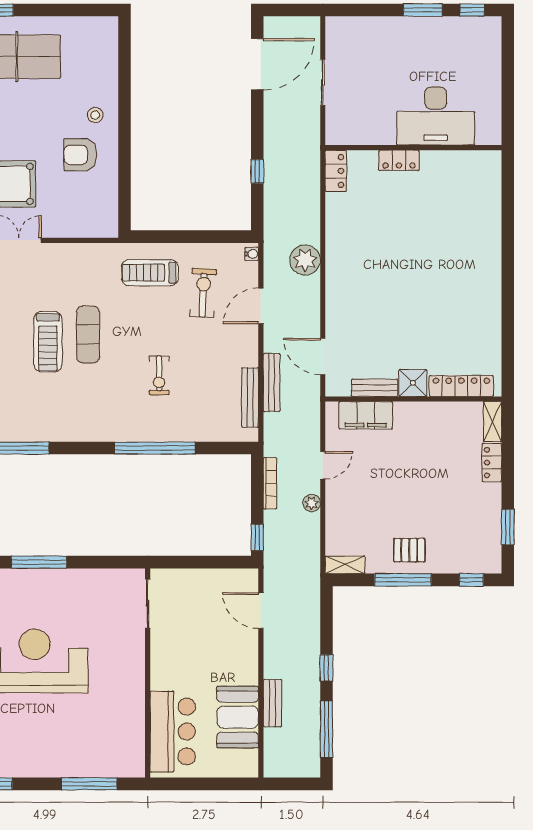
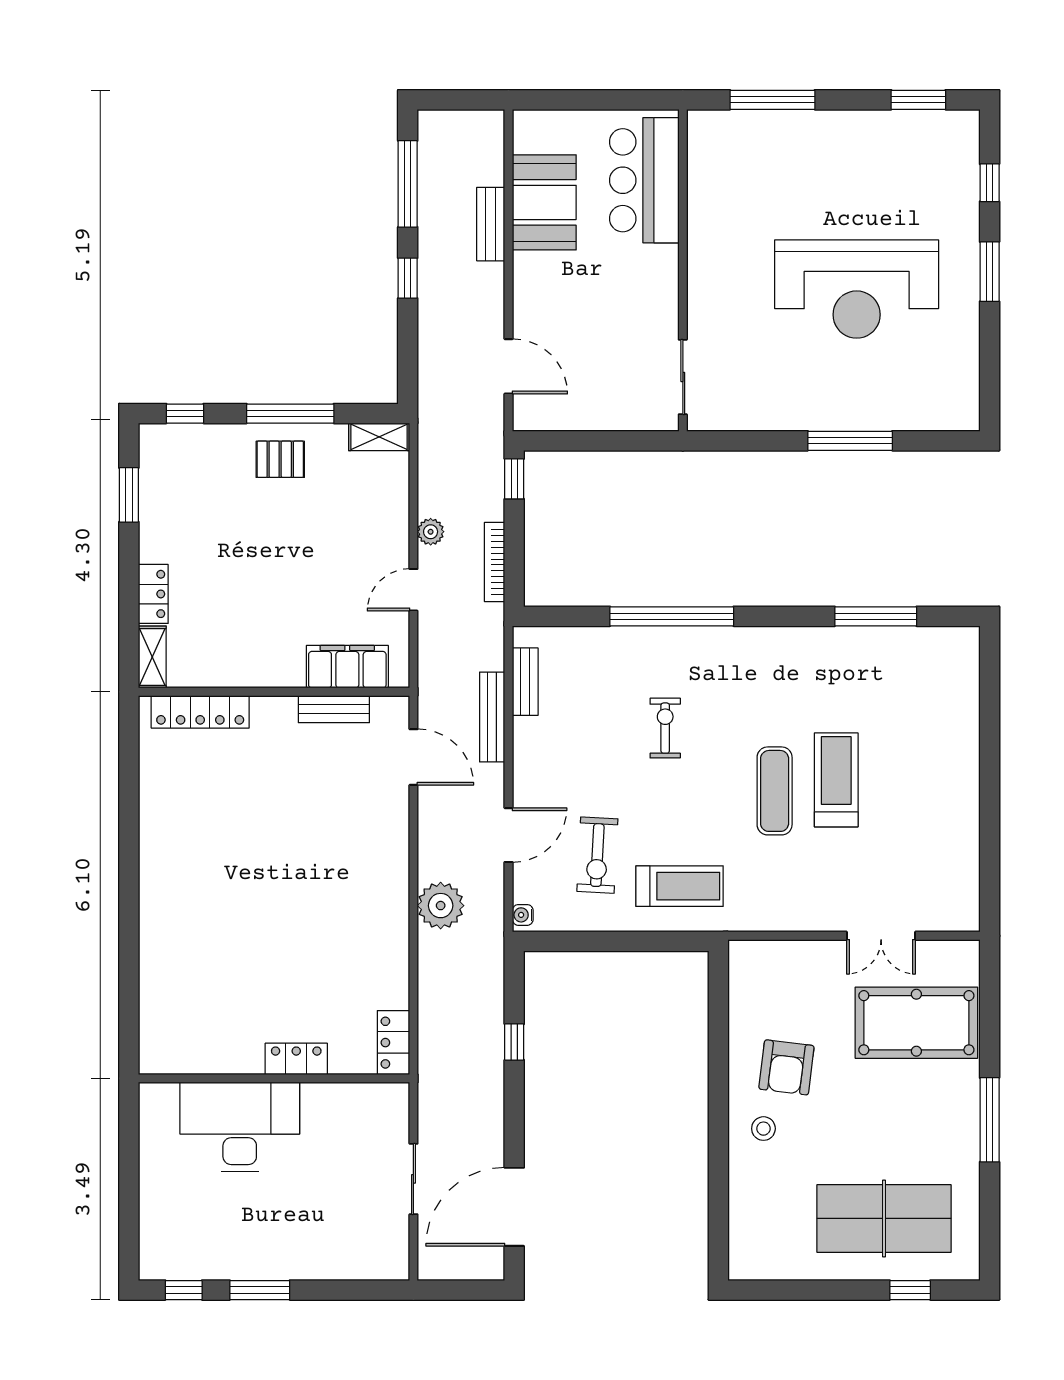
armchair: (80, 155) -> (786, 1067), turned 97
shower: (413, 383) -> (275, 717), removed
bench: (250, 398) -> (525, 682), width x0.73

